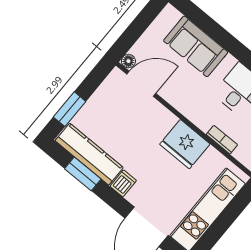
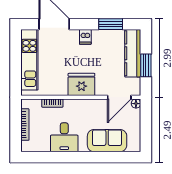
window: (70, 109) -> (146, 65), moved
fridge: (185, 144) -> (81, 84), moved
kitchen counter: (89, 154) -> (133, 53), moved, turned 90

